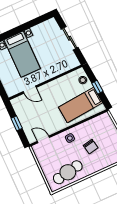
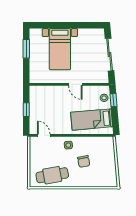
sliding door: (70, 38) -> (110, 55), width x1.37
window: (97, 87) -> (113, 100), moved
door: (30, 90) -> (75, 84), moved

